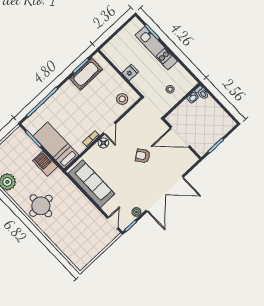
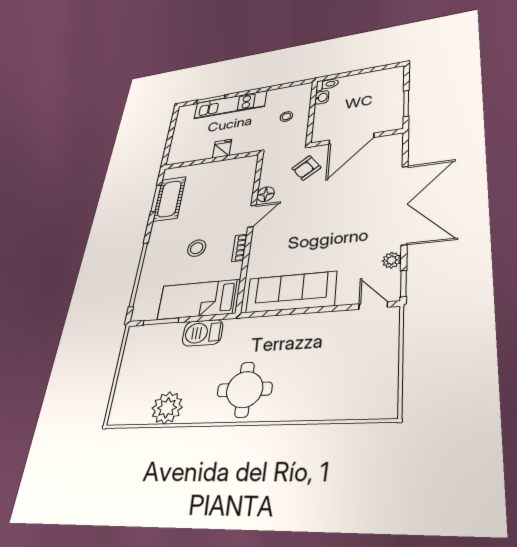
stool: (122, 99) -> (197, 248), moved
door: (109, 128) -> (252, 216), hinge flipped
floor lamp: (103, 143) -> (266, 194), moved
armchair: (143, 156) -> (306, 168), moved

